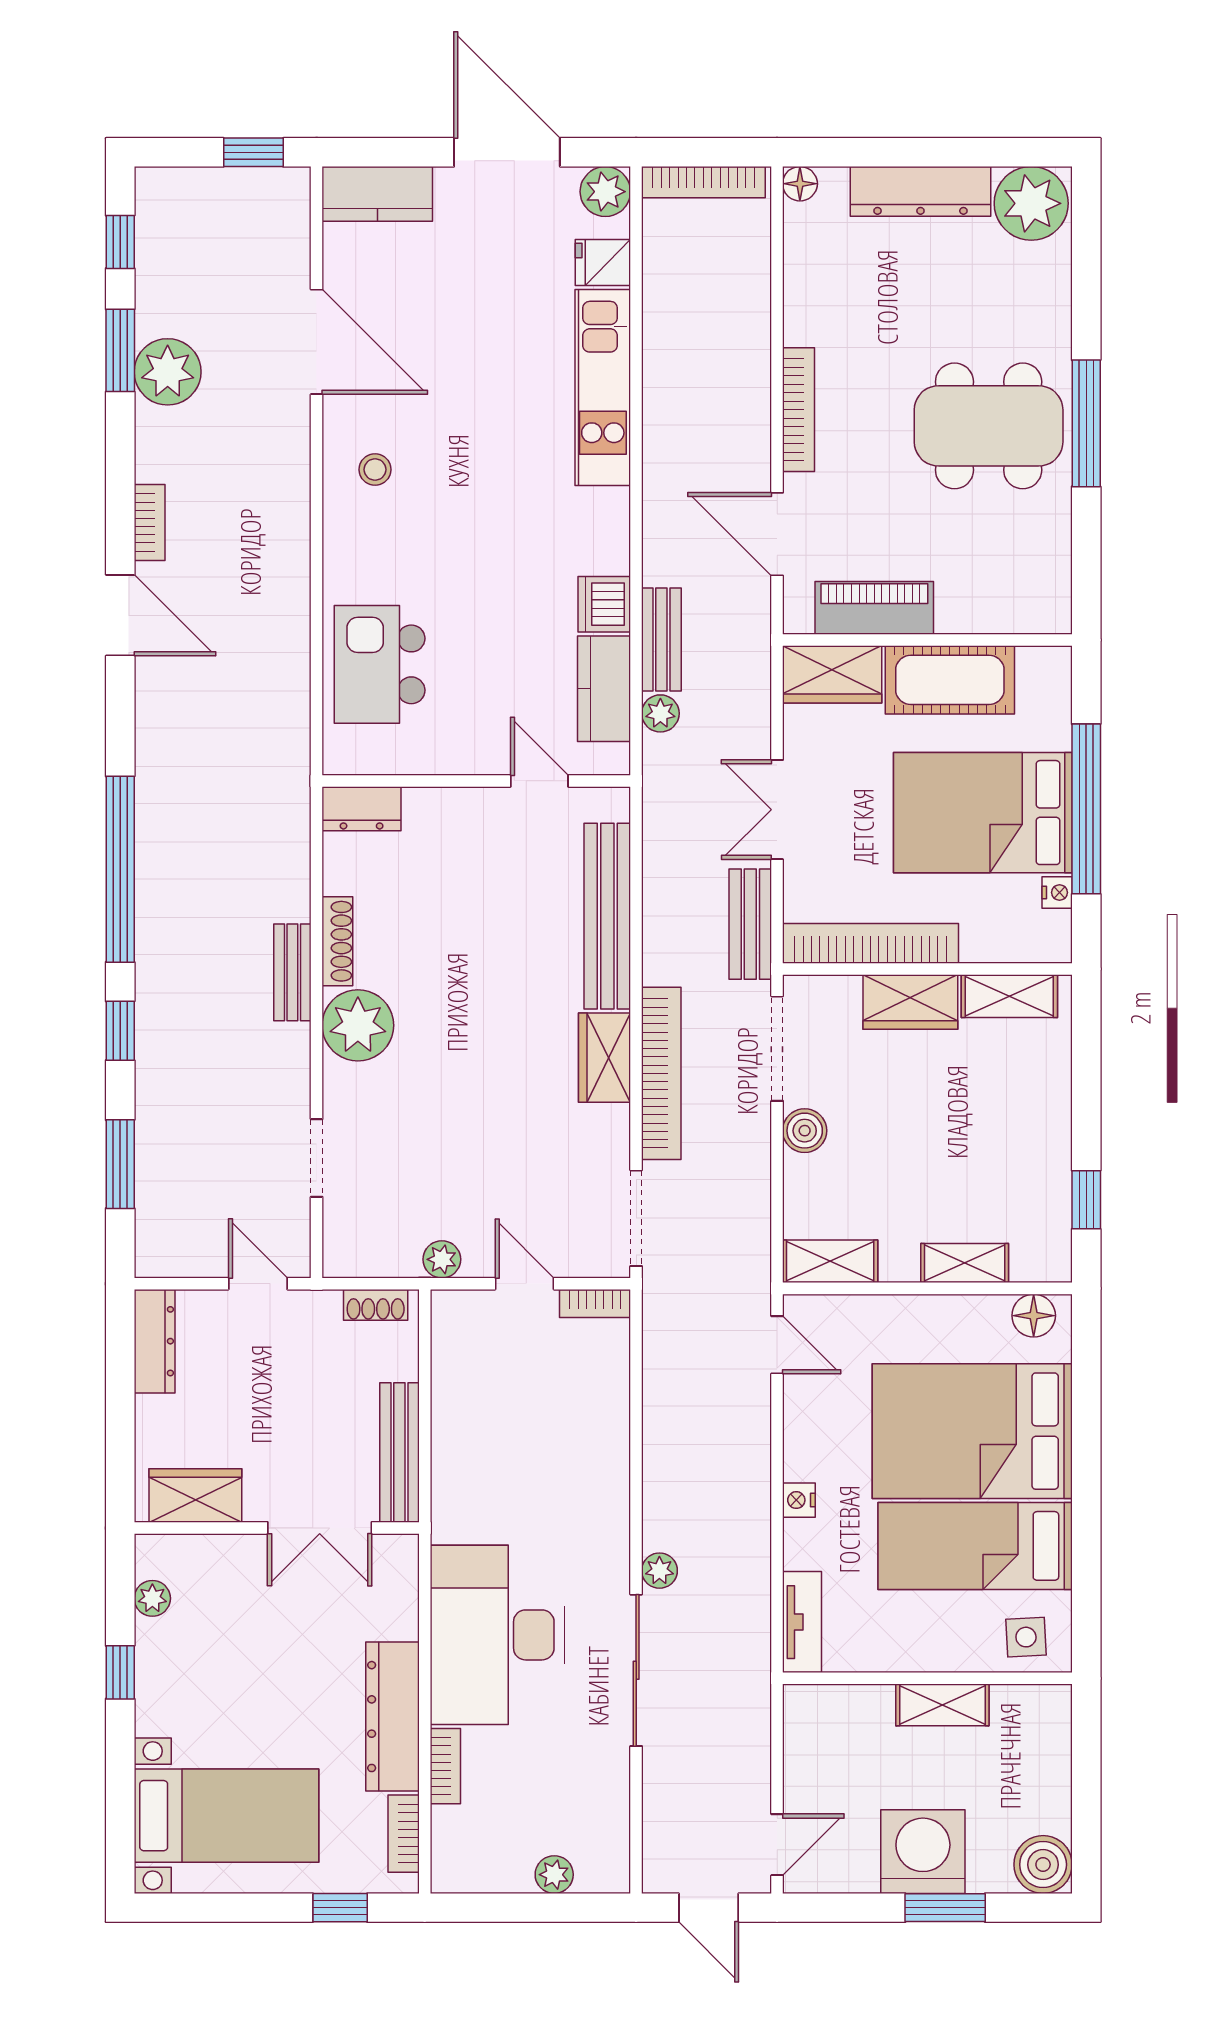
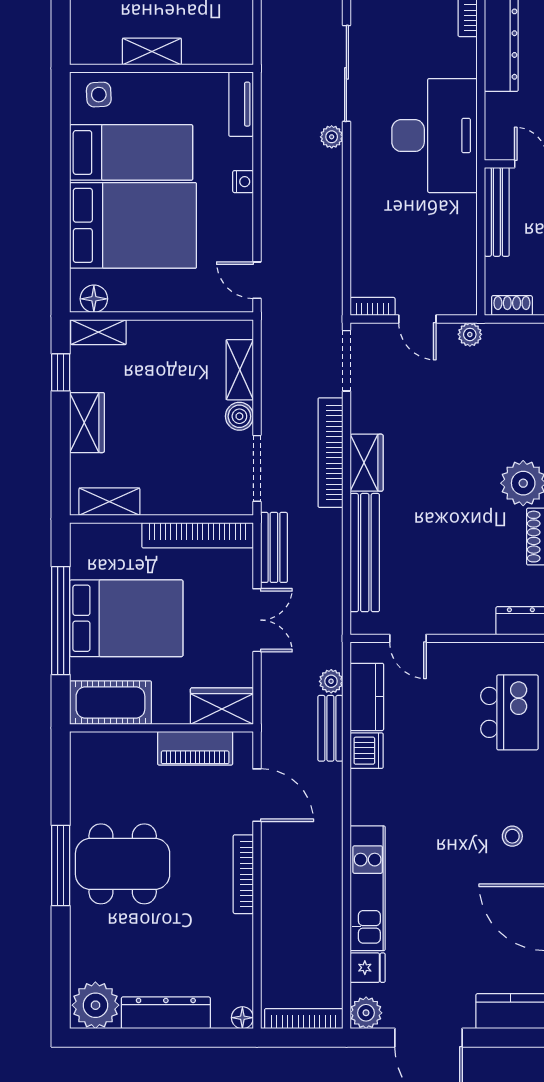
cot: (950, 680) -> (110, 703), moved
nightstand: (1057, 893) -> (79, 567), removed
wardrobe: (910, 1002) -> (87, 423), moved, turned 90
shelving: (830, 1261) -> (240, 370), moved, turned 90
shelving: (965, 1263) -> (98, 332), moved
desk: (497, 1635) -> (435, 136), moved

